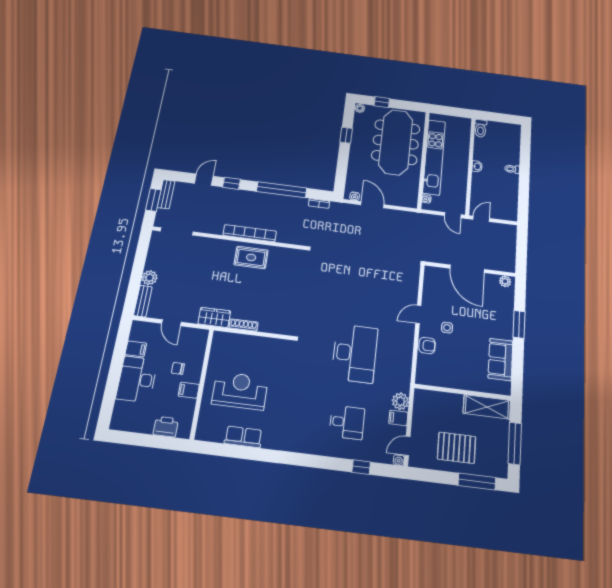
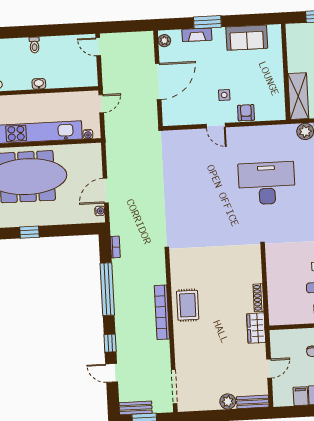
door: (481, 219) -> (98, 47), moved
fireplace: (508, 312) -> (197, 35), added
shelving: (487, 407) -> (298, 96), moved

